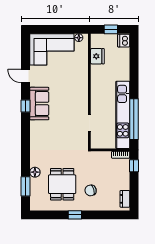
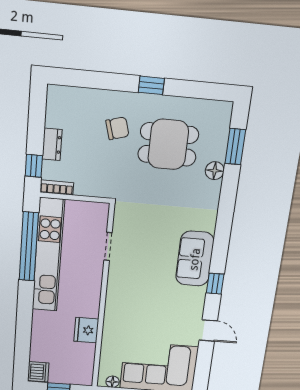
fridge: (97, 56) -> (86, 330), moved
sofa: (39, 104) -> (195, 259), moved
dining table: (62, 184) -> (168, 144), turned 90
dresser: (125, 199) -> (52, 144), moved

